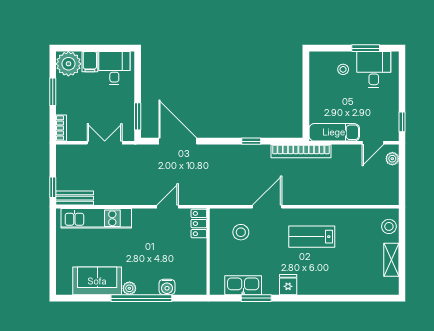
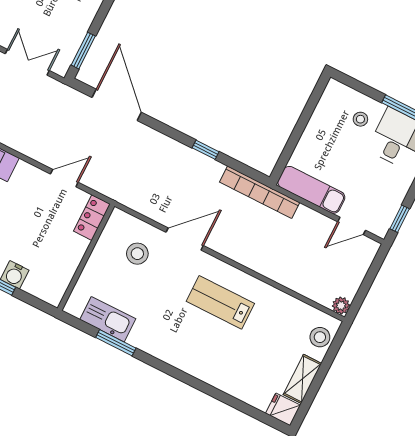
plant: (392, 159) -> (341, 306), moved
fridge: (288, 285) -> (283, 409), moved, turned -90

